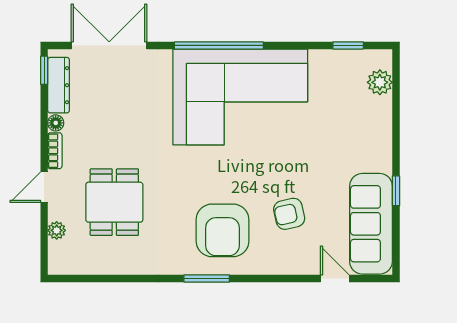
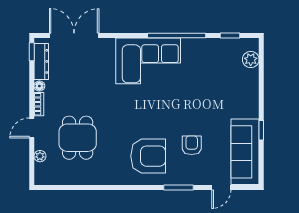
window: (219, 45) -> (177, 35), moved
corner sofa: (240, 97) -> (148, 61), width x0.73, depth x0.74
armchair: (289, 214) -> (192, 145), turned 103
armchair: (222, 230) -> (148, 156), turned -90
window: (207, 278) -> (179, 187), moved
door: (335, 278) -> (221, 187), swing flipped

